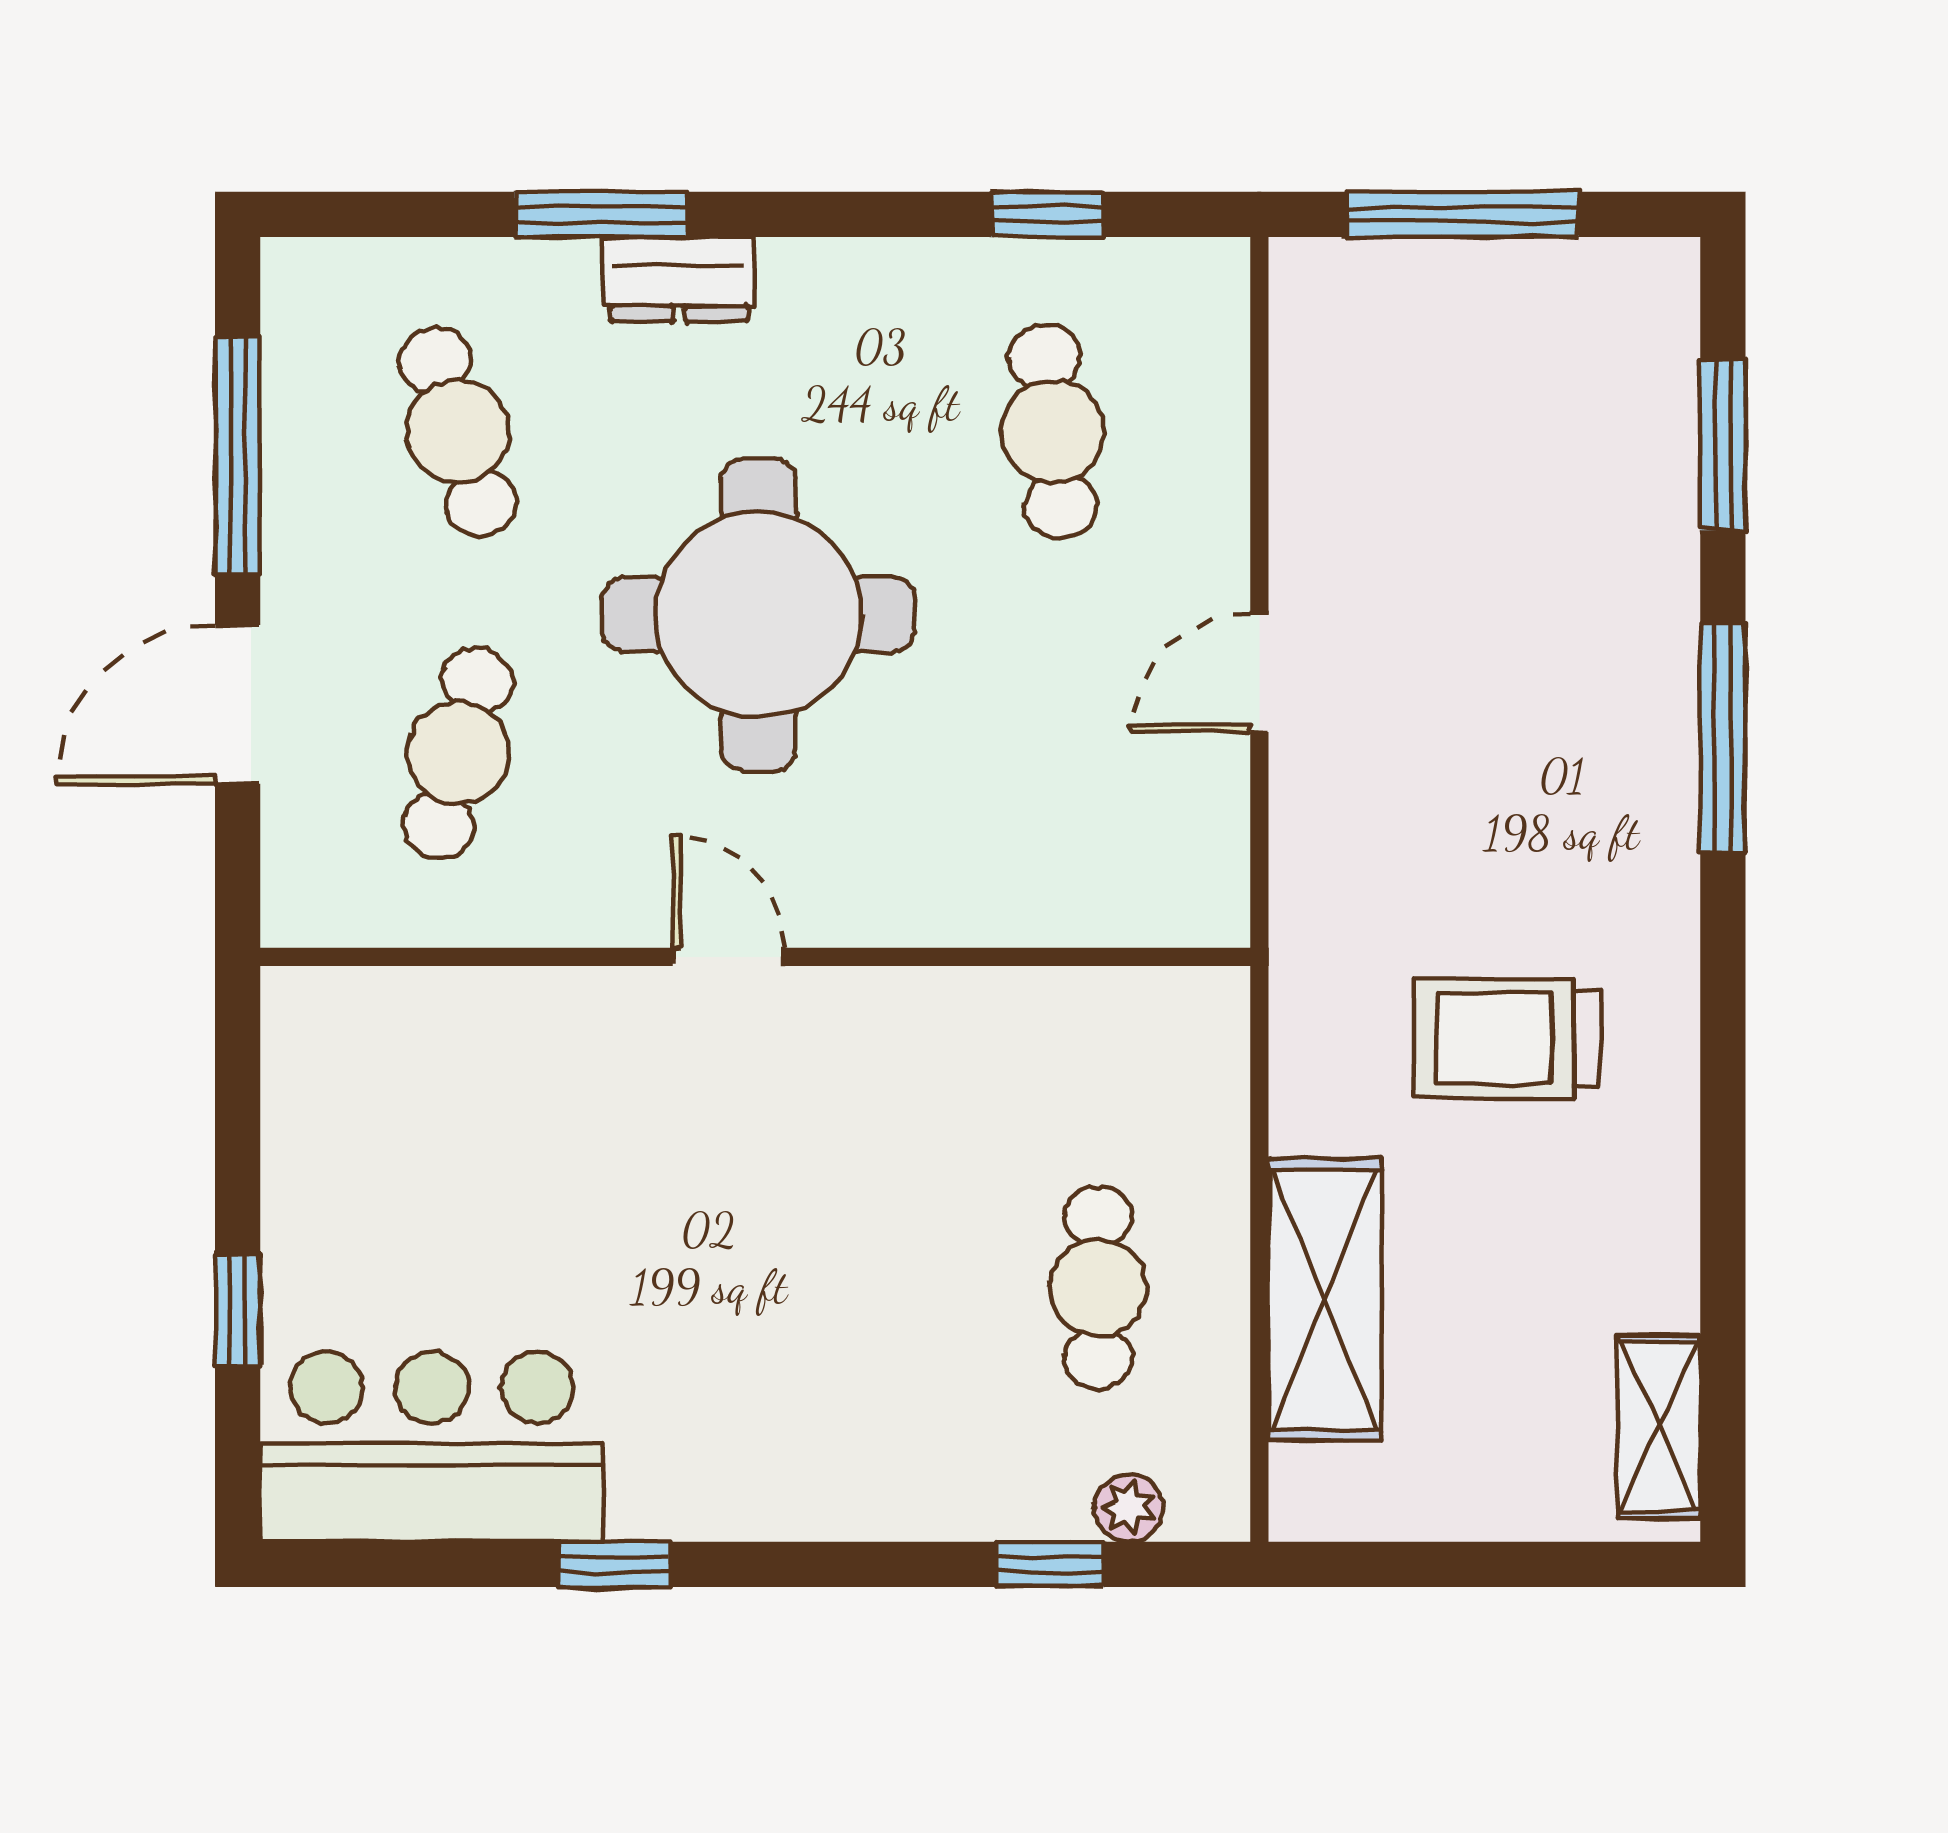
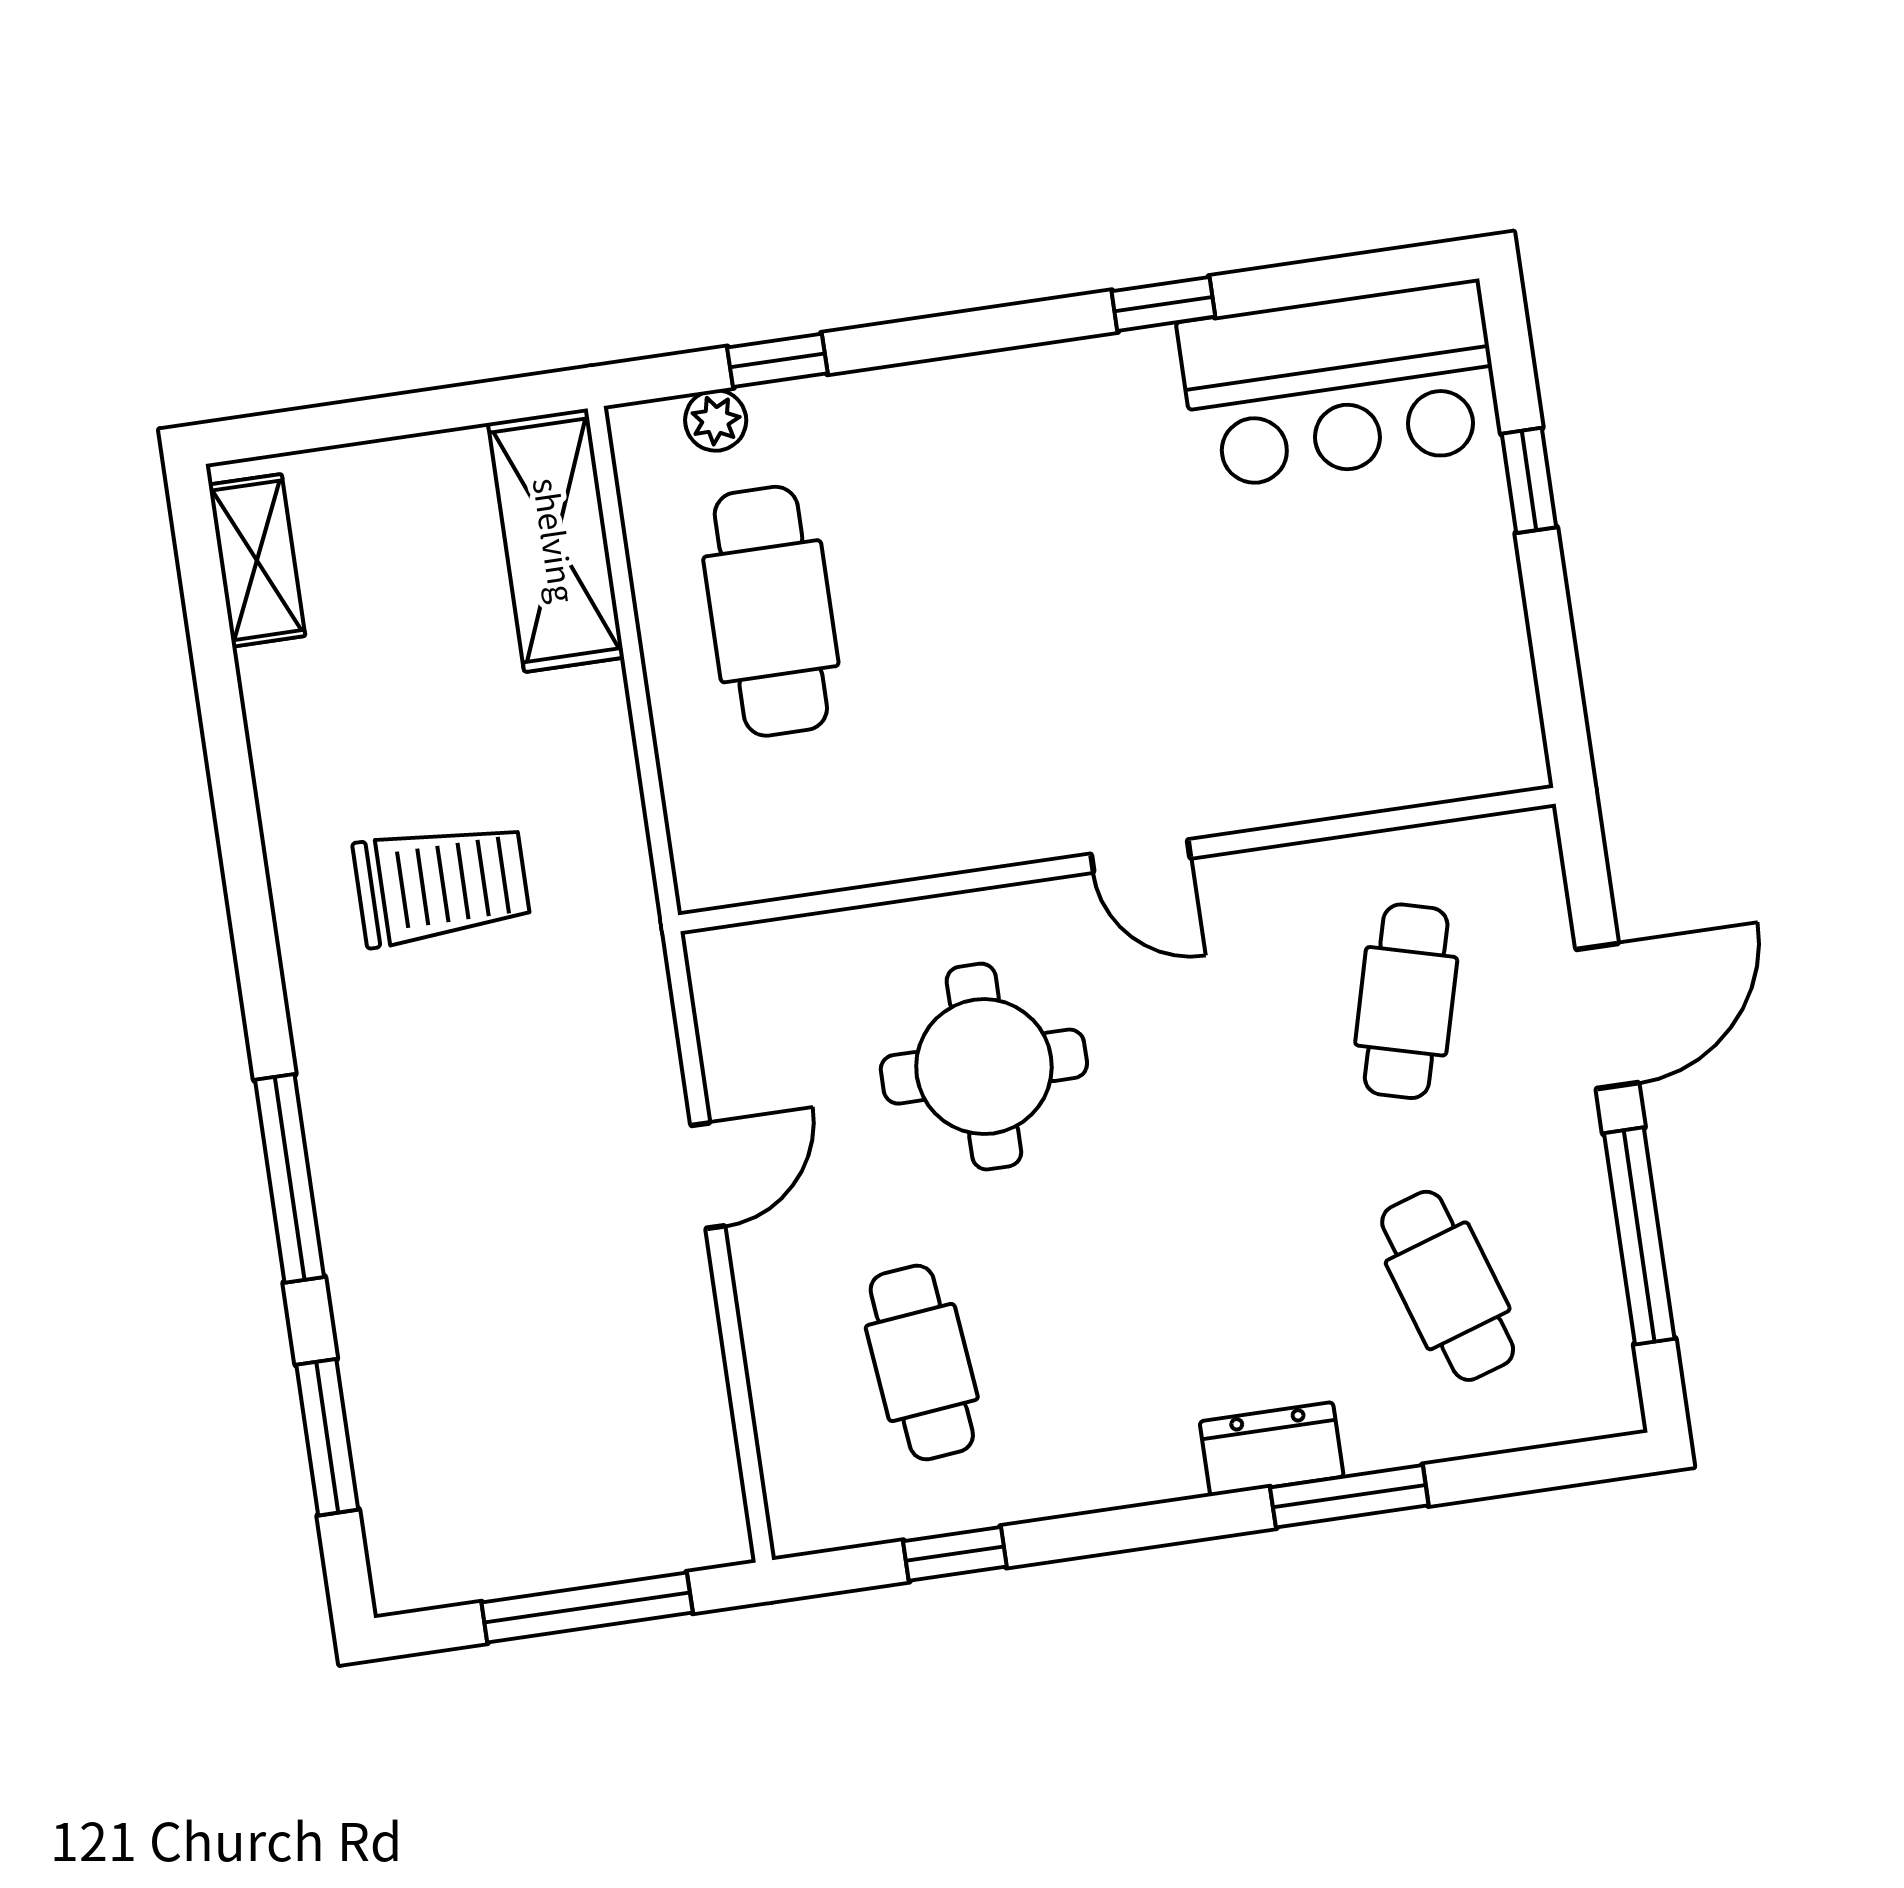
round table: (759, 615) -> (984, 1067), moved, width x0.73, depth x0.73
cafe table: (1098, 1288) -> (771, 611), width x1.37, depth x1.35
shelving: (1325, 1299) -> (556, 540), moved

